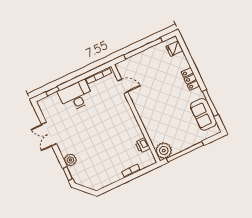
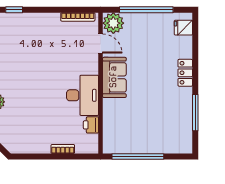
desk: (76, 96) -> (83, 95), moved, turned 90
sofa: (203, 114) -> (114, 77), moved, turned 180
plant: (164, 151) -> (113, 23), moved

